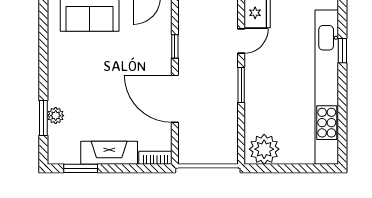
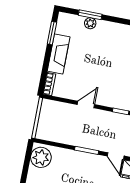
door: (175, 99) -> (86, 105), width x0.53

